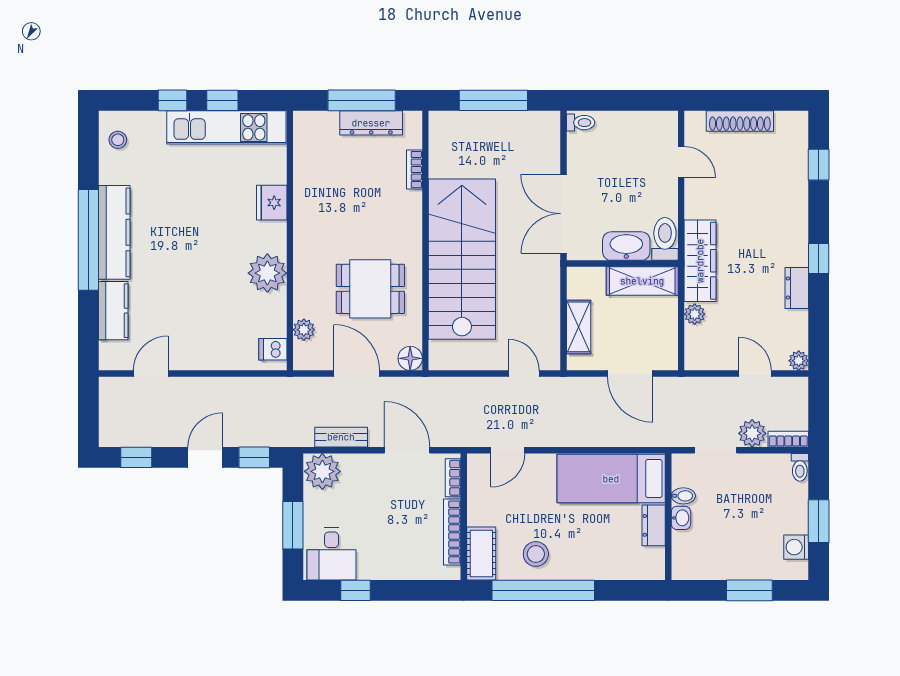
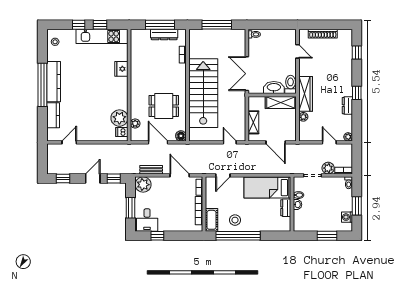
plant: (267, 273) -> (119, 118), moved

